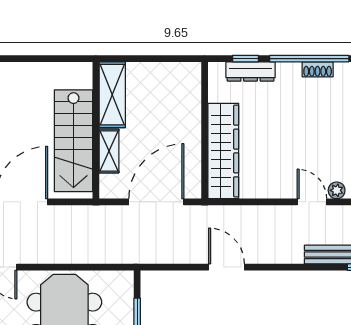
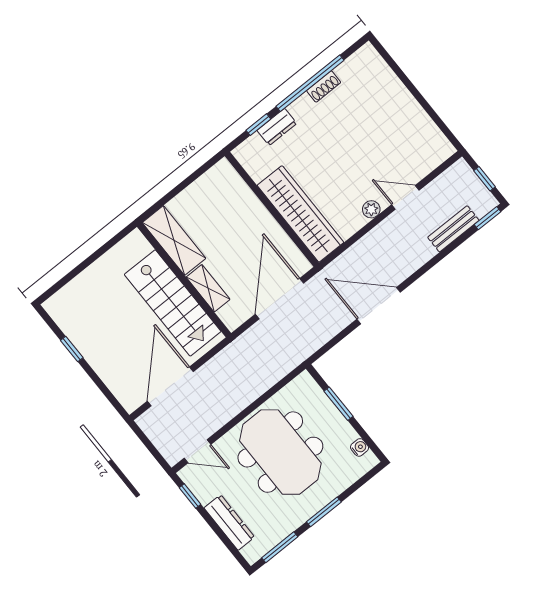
dresser: (251, 71) -> (277, 127), width x0.70
plant: (337, 190) -> (371, 209), moved
door: (226, 267) -> (379, 306), width x1.36

